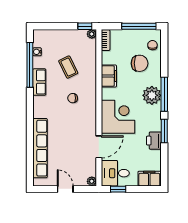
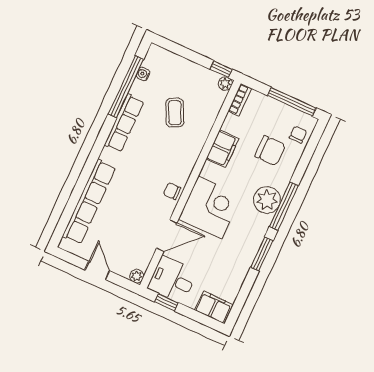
row of seats: (39, 82) -> (124, 123), width x1.48
chair: (73, 98) -> (172, 191), moved
printer: (154, 141) -> (242, 260), removed

